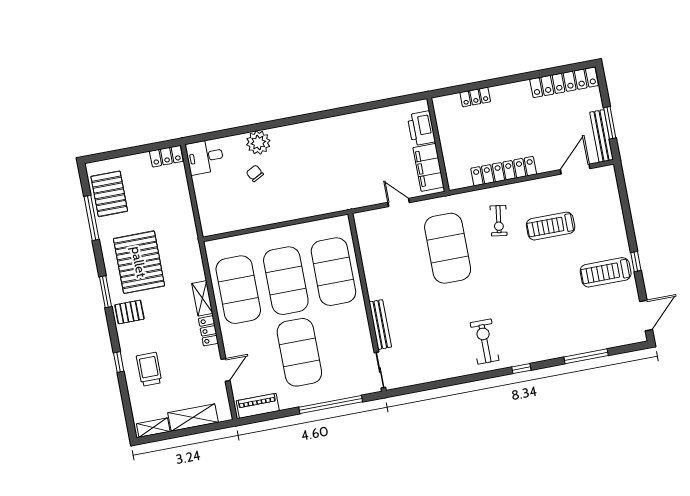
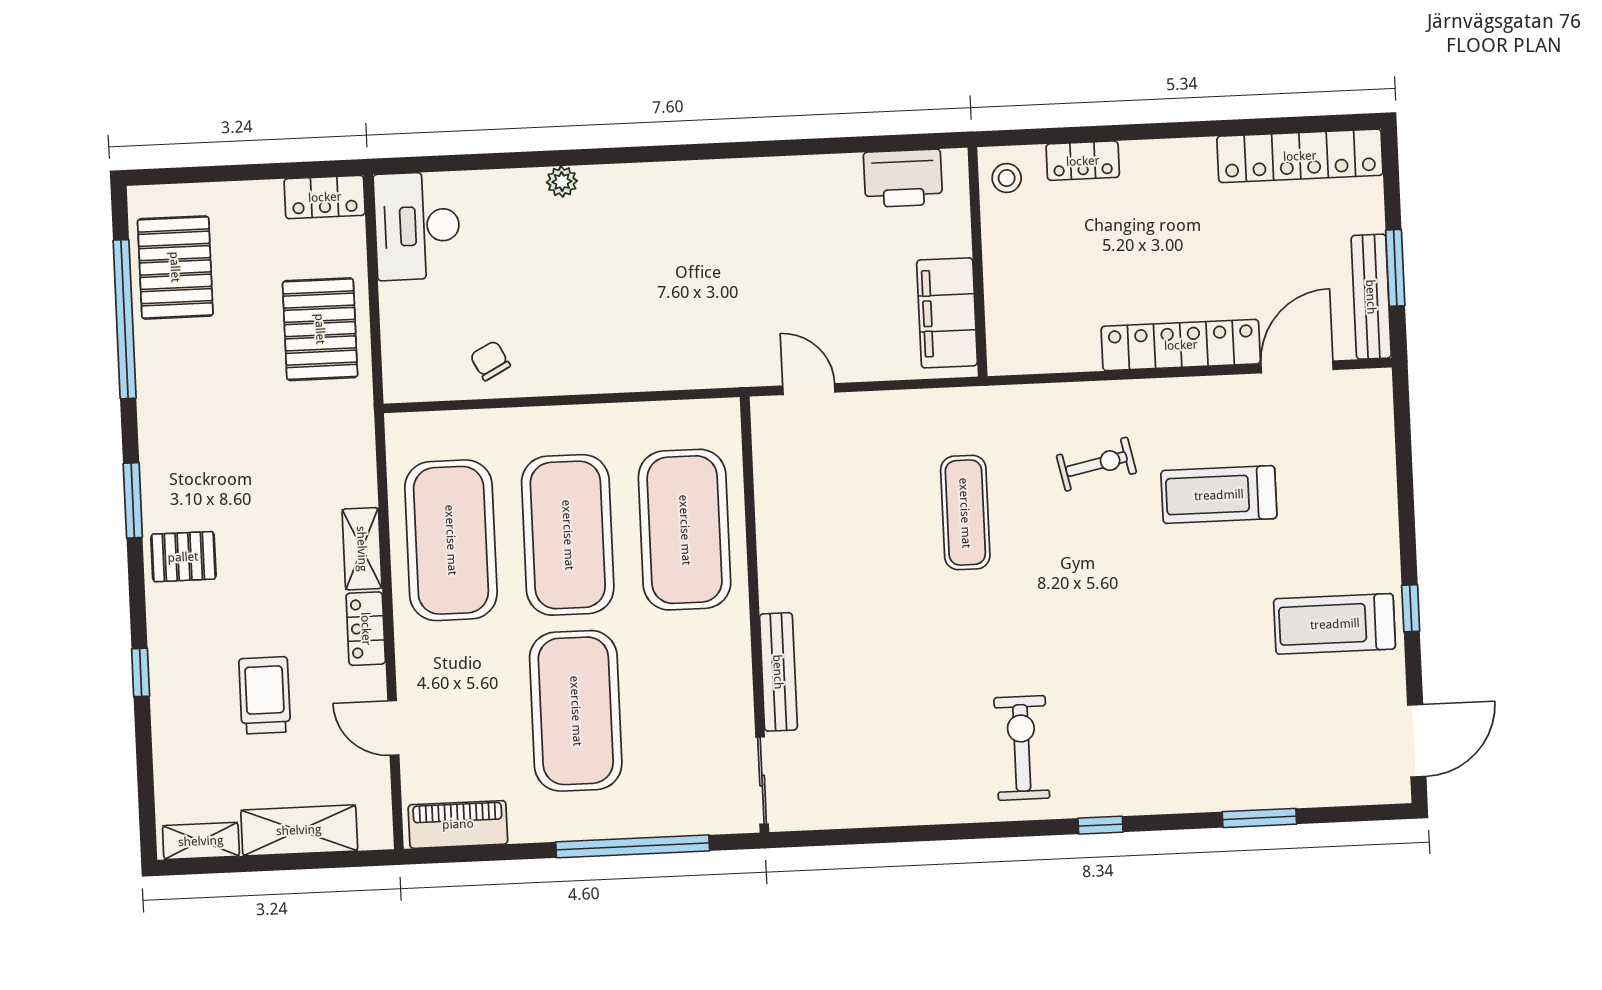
stool: (445, 109) -> (1007, 178), added
printer: (421, 128) -> (903, 178), moved, turned -90
plant: (258, 143) -> (562, 182), width x0.53, depth x0.53
desk: (205, 157) -> (417, 226), width x1.37
locker: (504, 171) -> (1181, 345), moved
chair: (255, 173) -> (490, 361), moved
door: (399, 202) -> (809, 389), moved
window: (91, 218) -> (125, 319), width x1.46
exercise bike: (499, 221) -> (1097, 464), turned -110
exercise mat: (448, 248) -> (965, 513), width x0.50, depth x0.69
pallet: (139, 262) -> (320, 329), moved, width x0.73, depth x0.71
window: (586, 356) -> (1259, 818), width x0.69
trolley: (149, 369) -> (265, 695), moved
door: (226, 370) -> (393, 728), swing flipped

